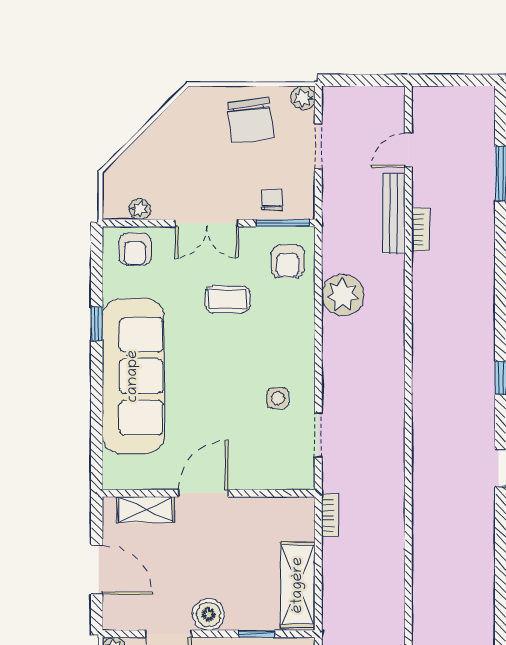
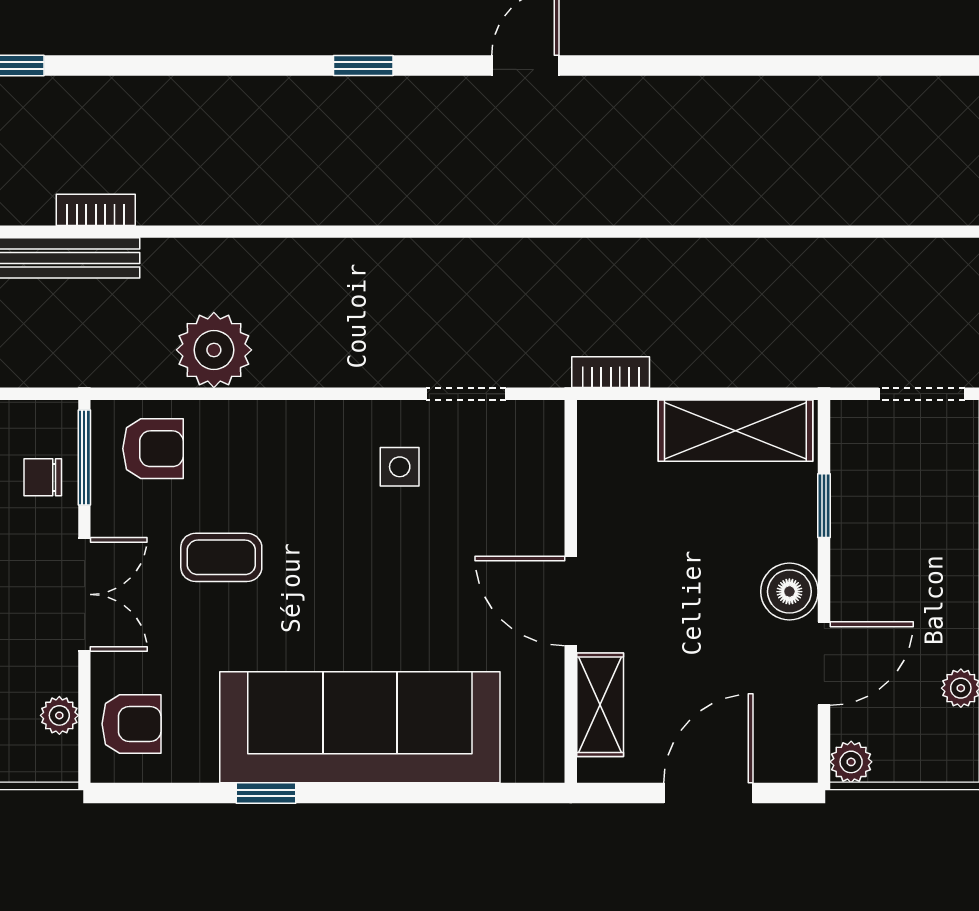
coffee table: (227, 299) -> (221, 557), turned 90

